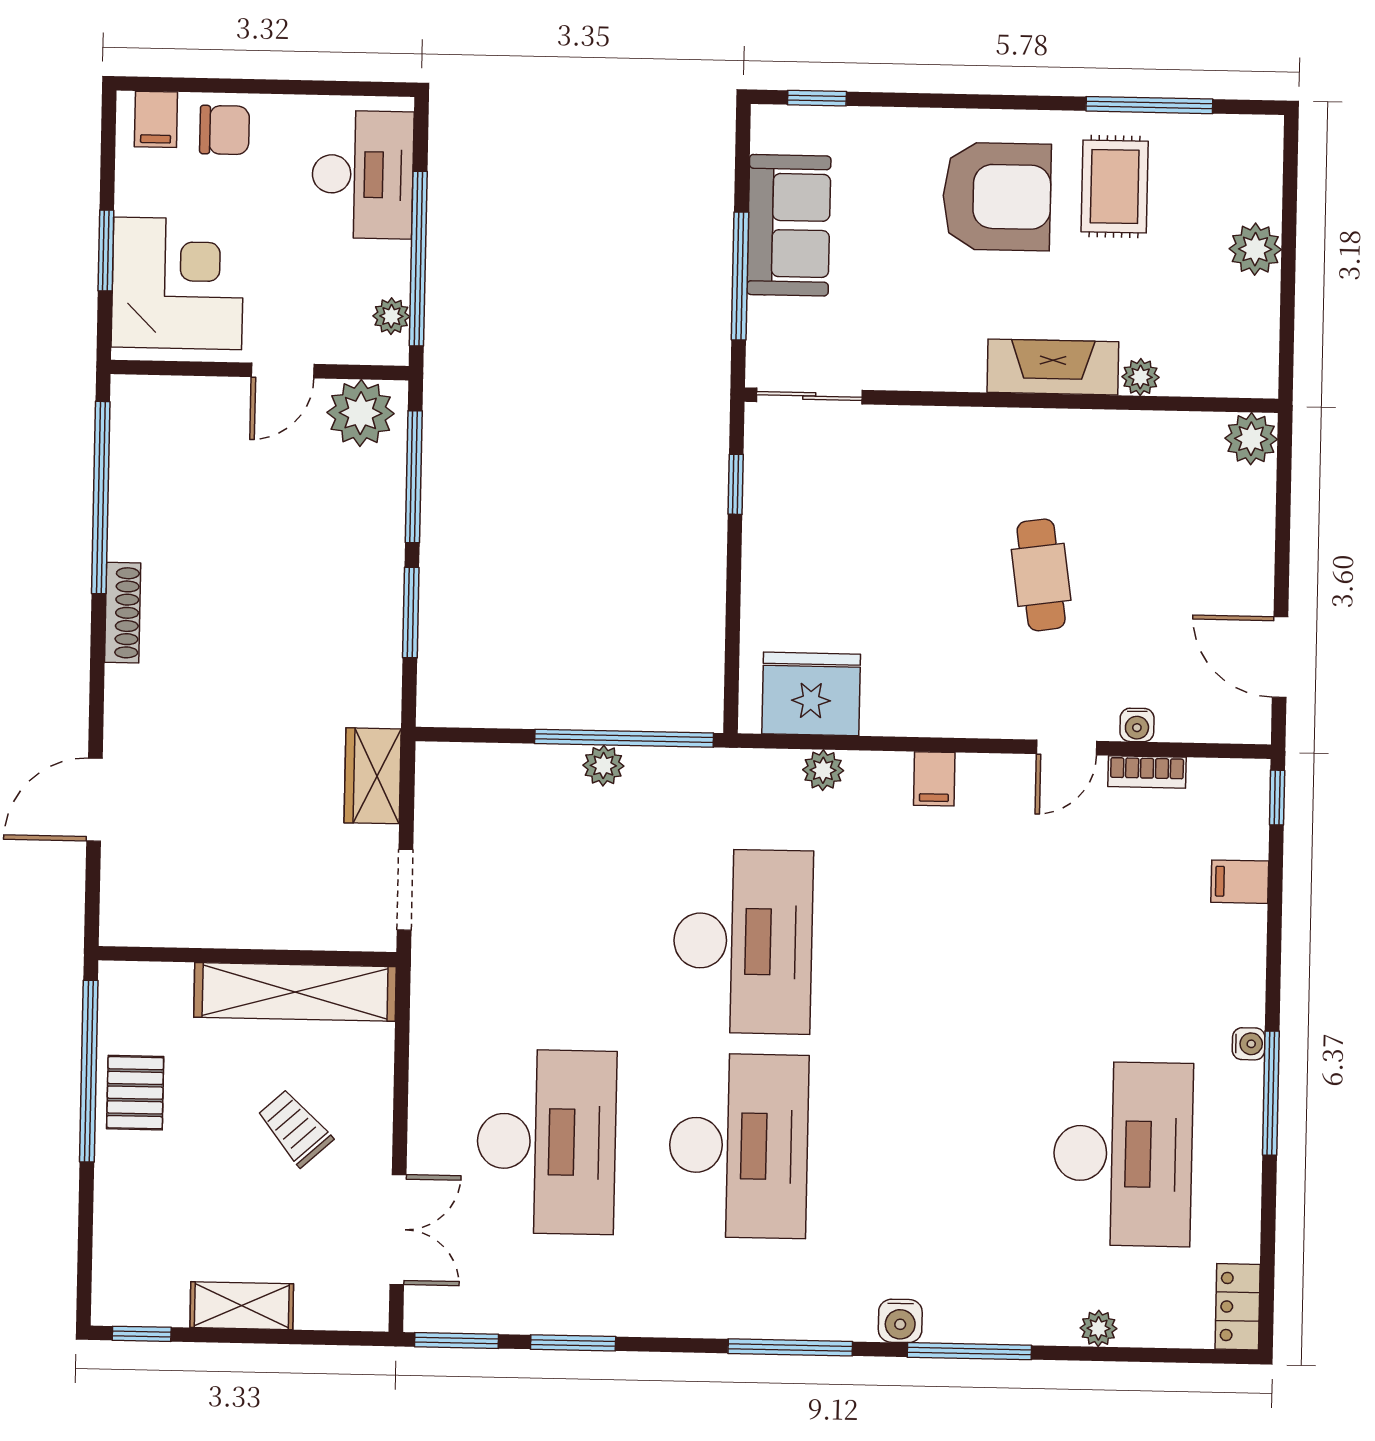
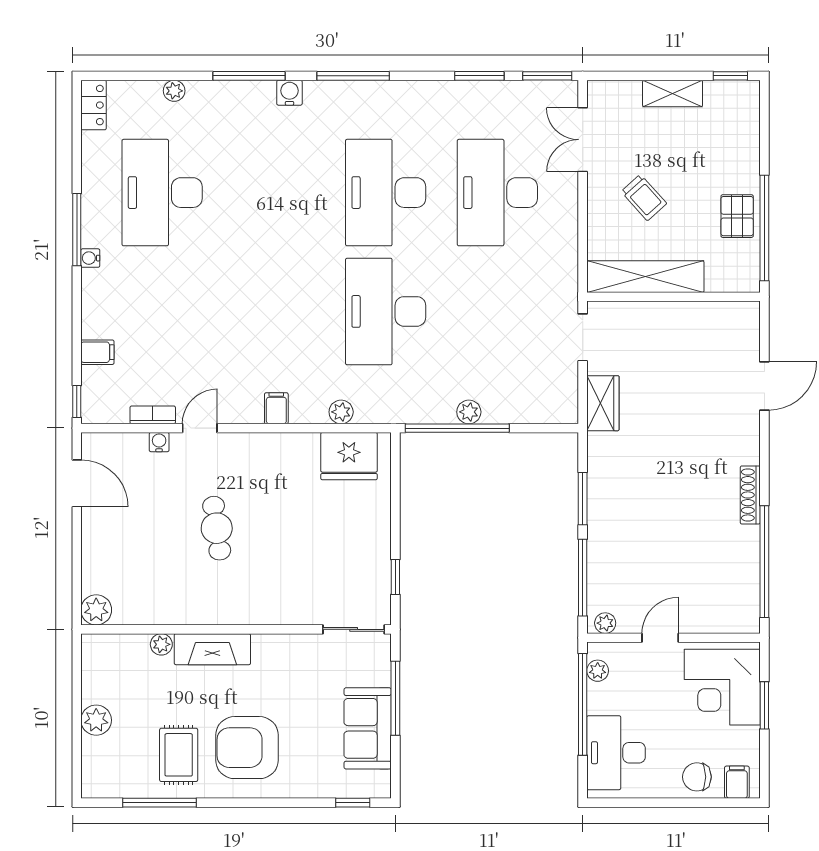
plant: (361, 413) -> (605, 623), width x0.53, depth x0.53

